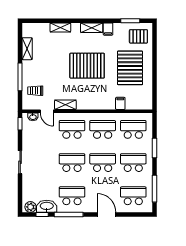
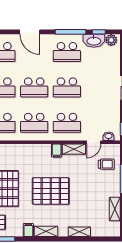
filing cabinet: (120, 103) -> (57, 151), moved
door: (47, 111) -> (94, 142), swing flipped

